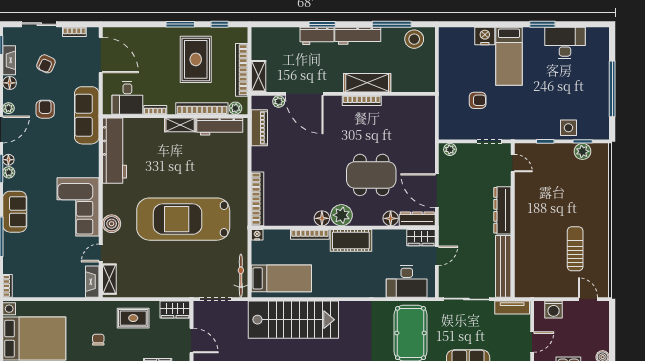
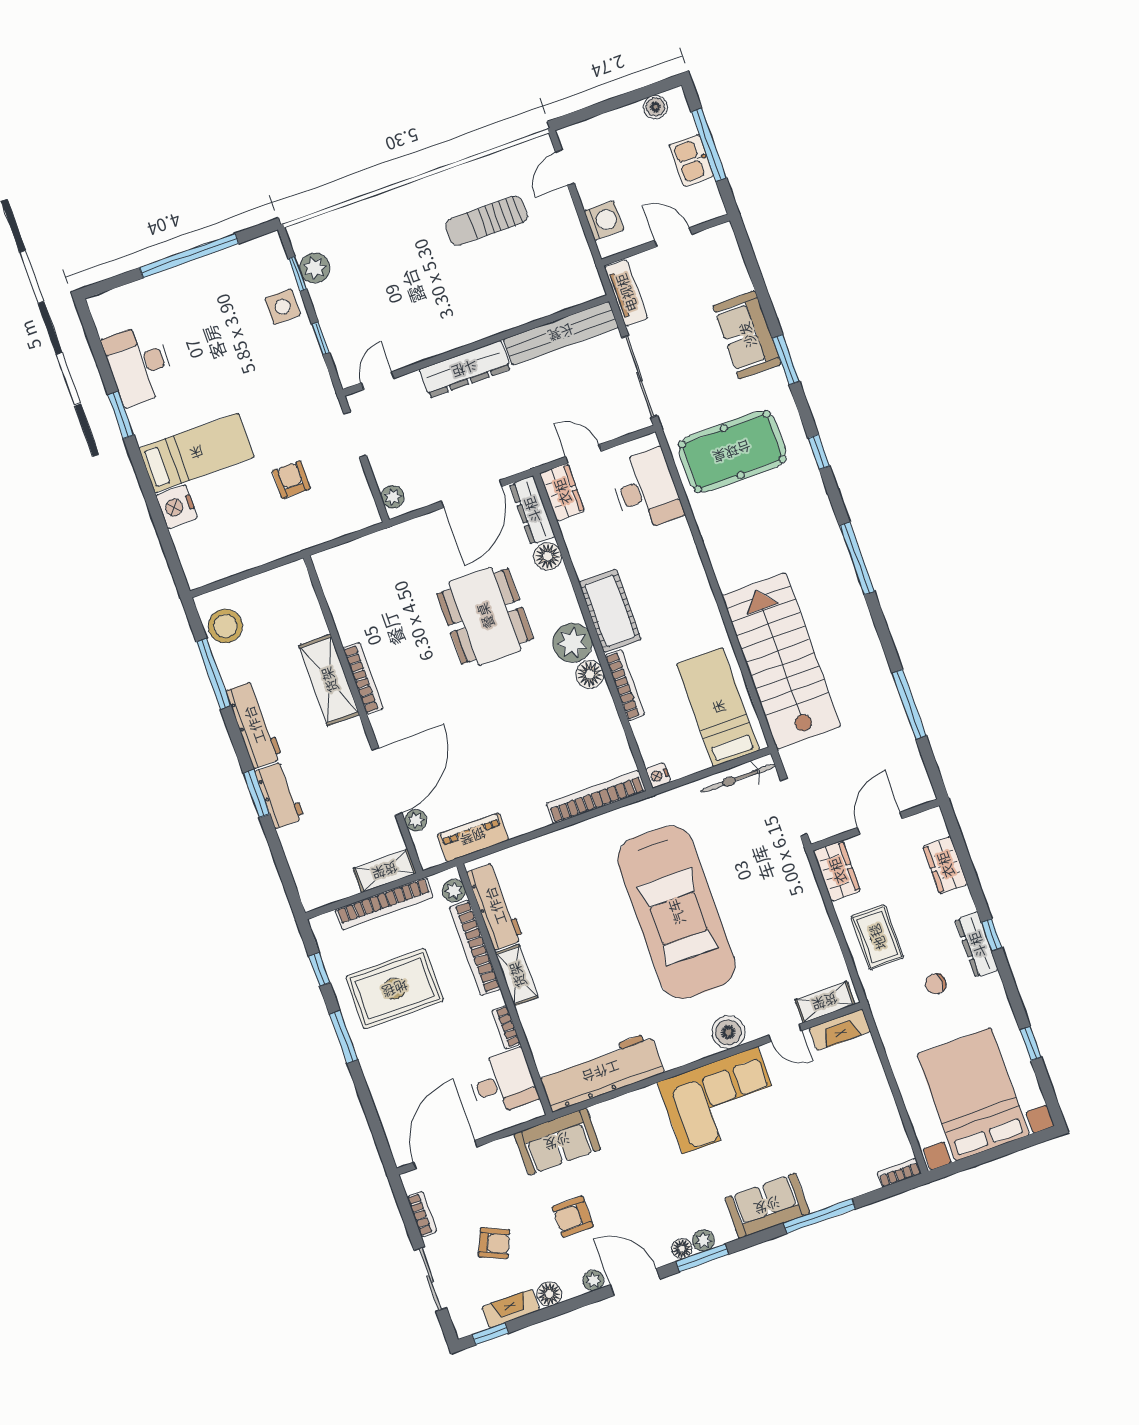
sofa: (87, 115) -> (557, 1142), width x0.73

